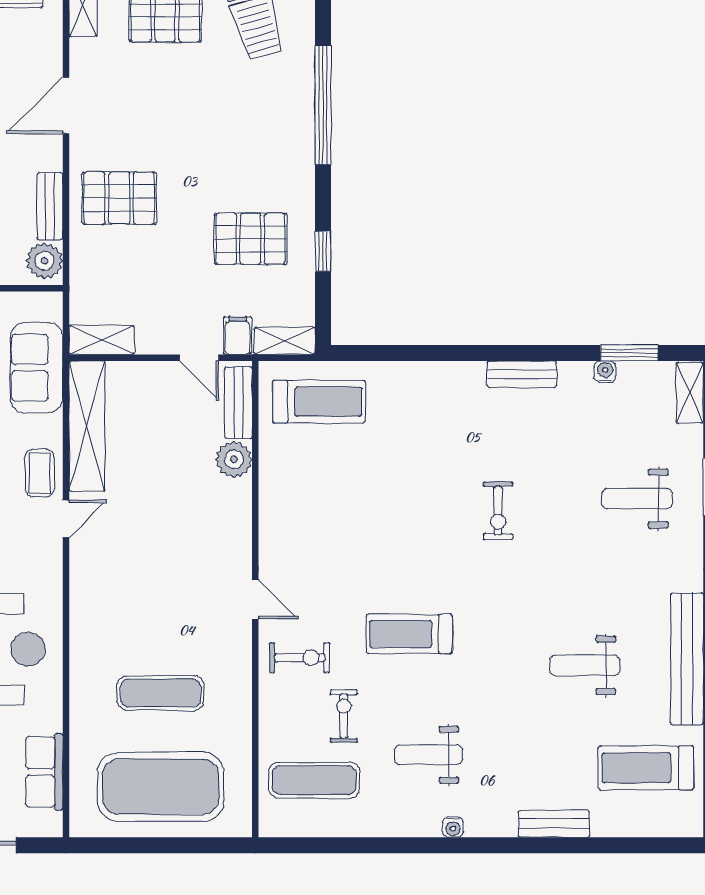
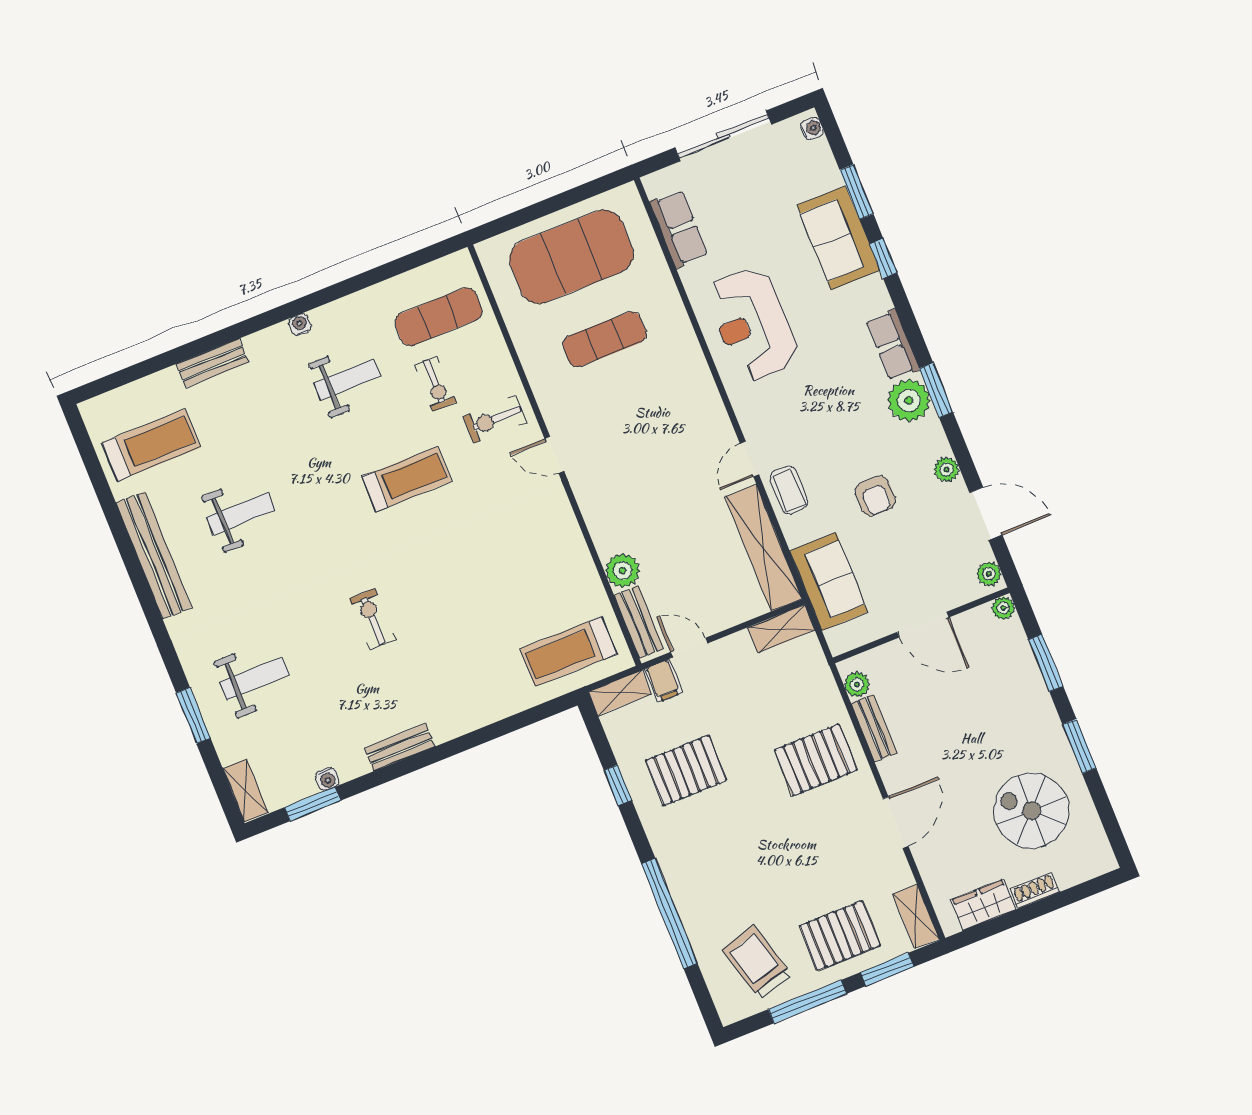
plant: (45, 261) -> (857, 684), width x0.73, depth x0.73

